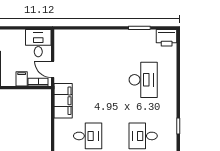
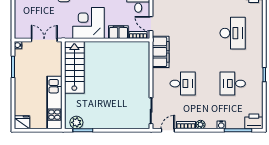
filing cabinet: (22, 79) -> (118, 32), width x2.00

